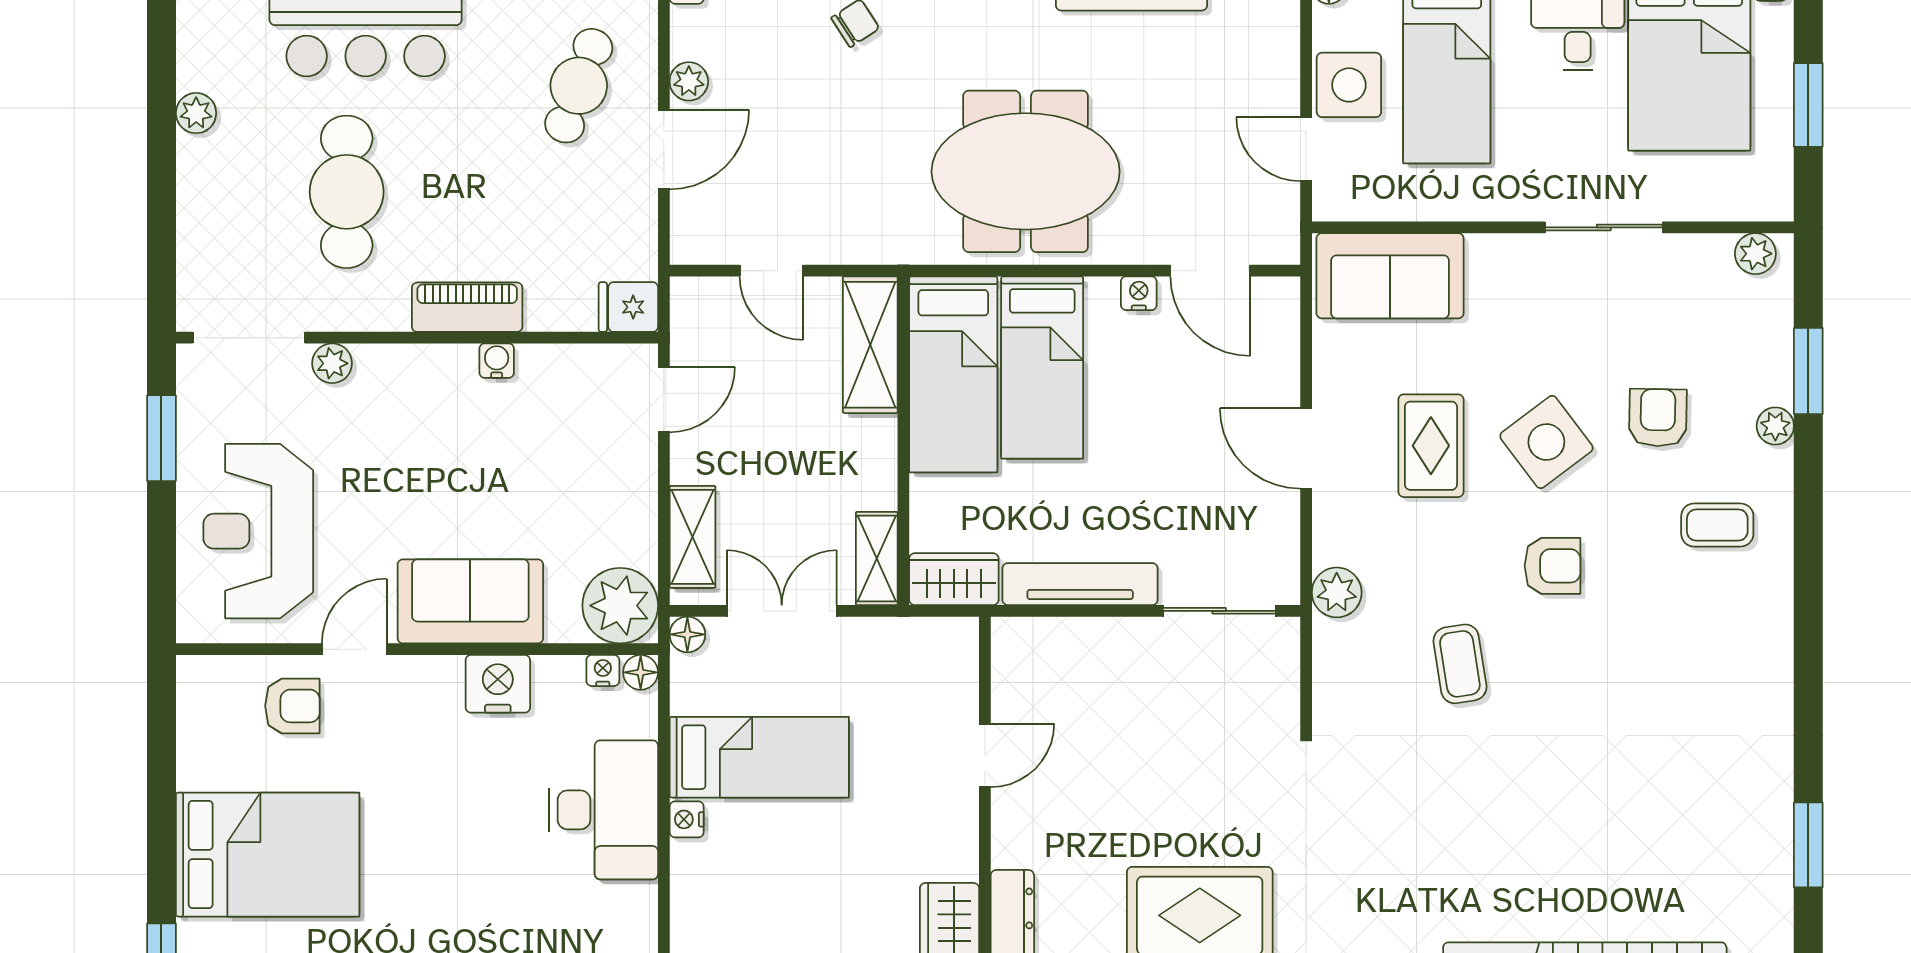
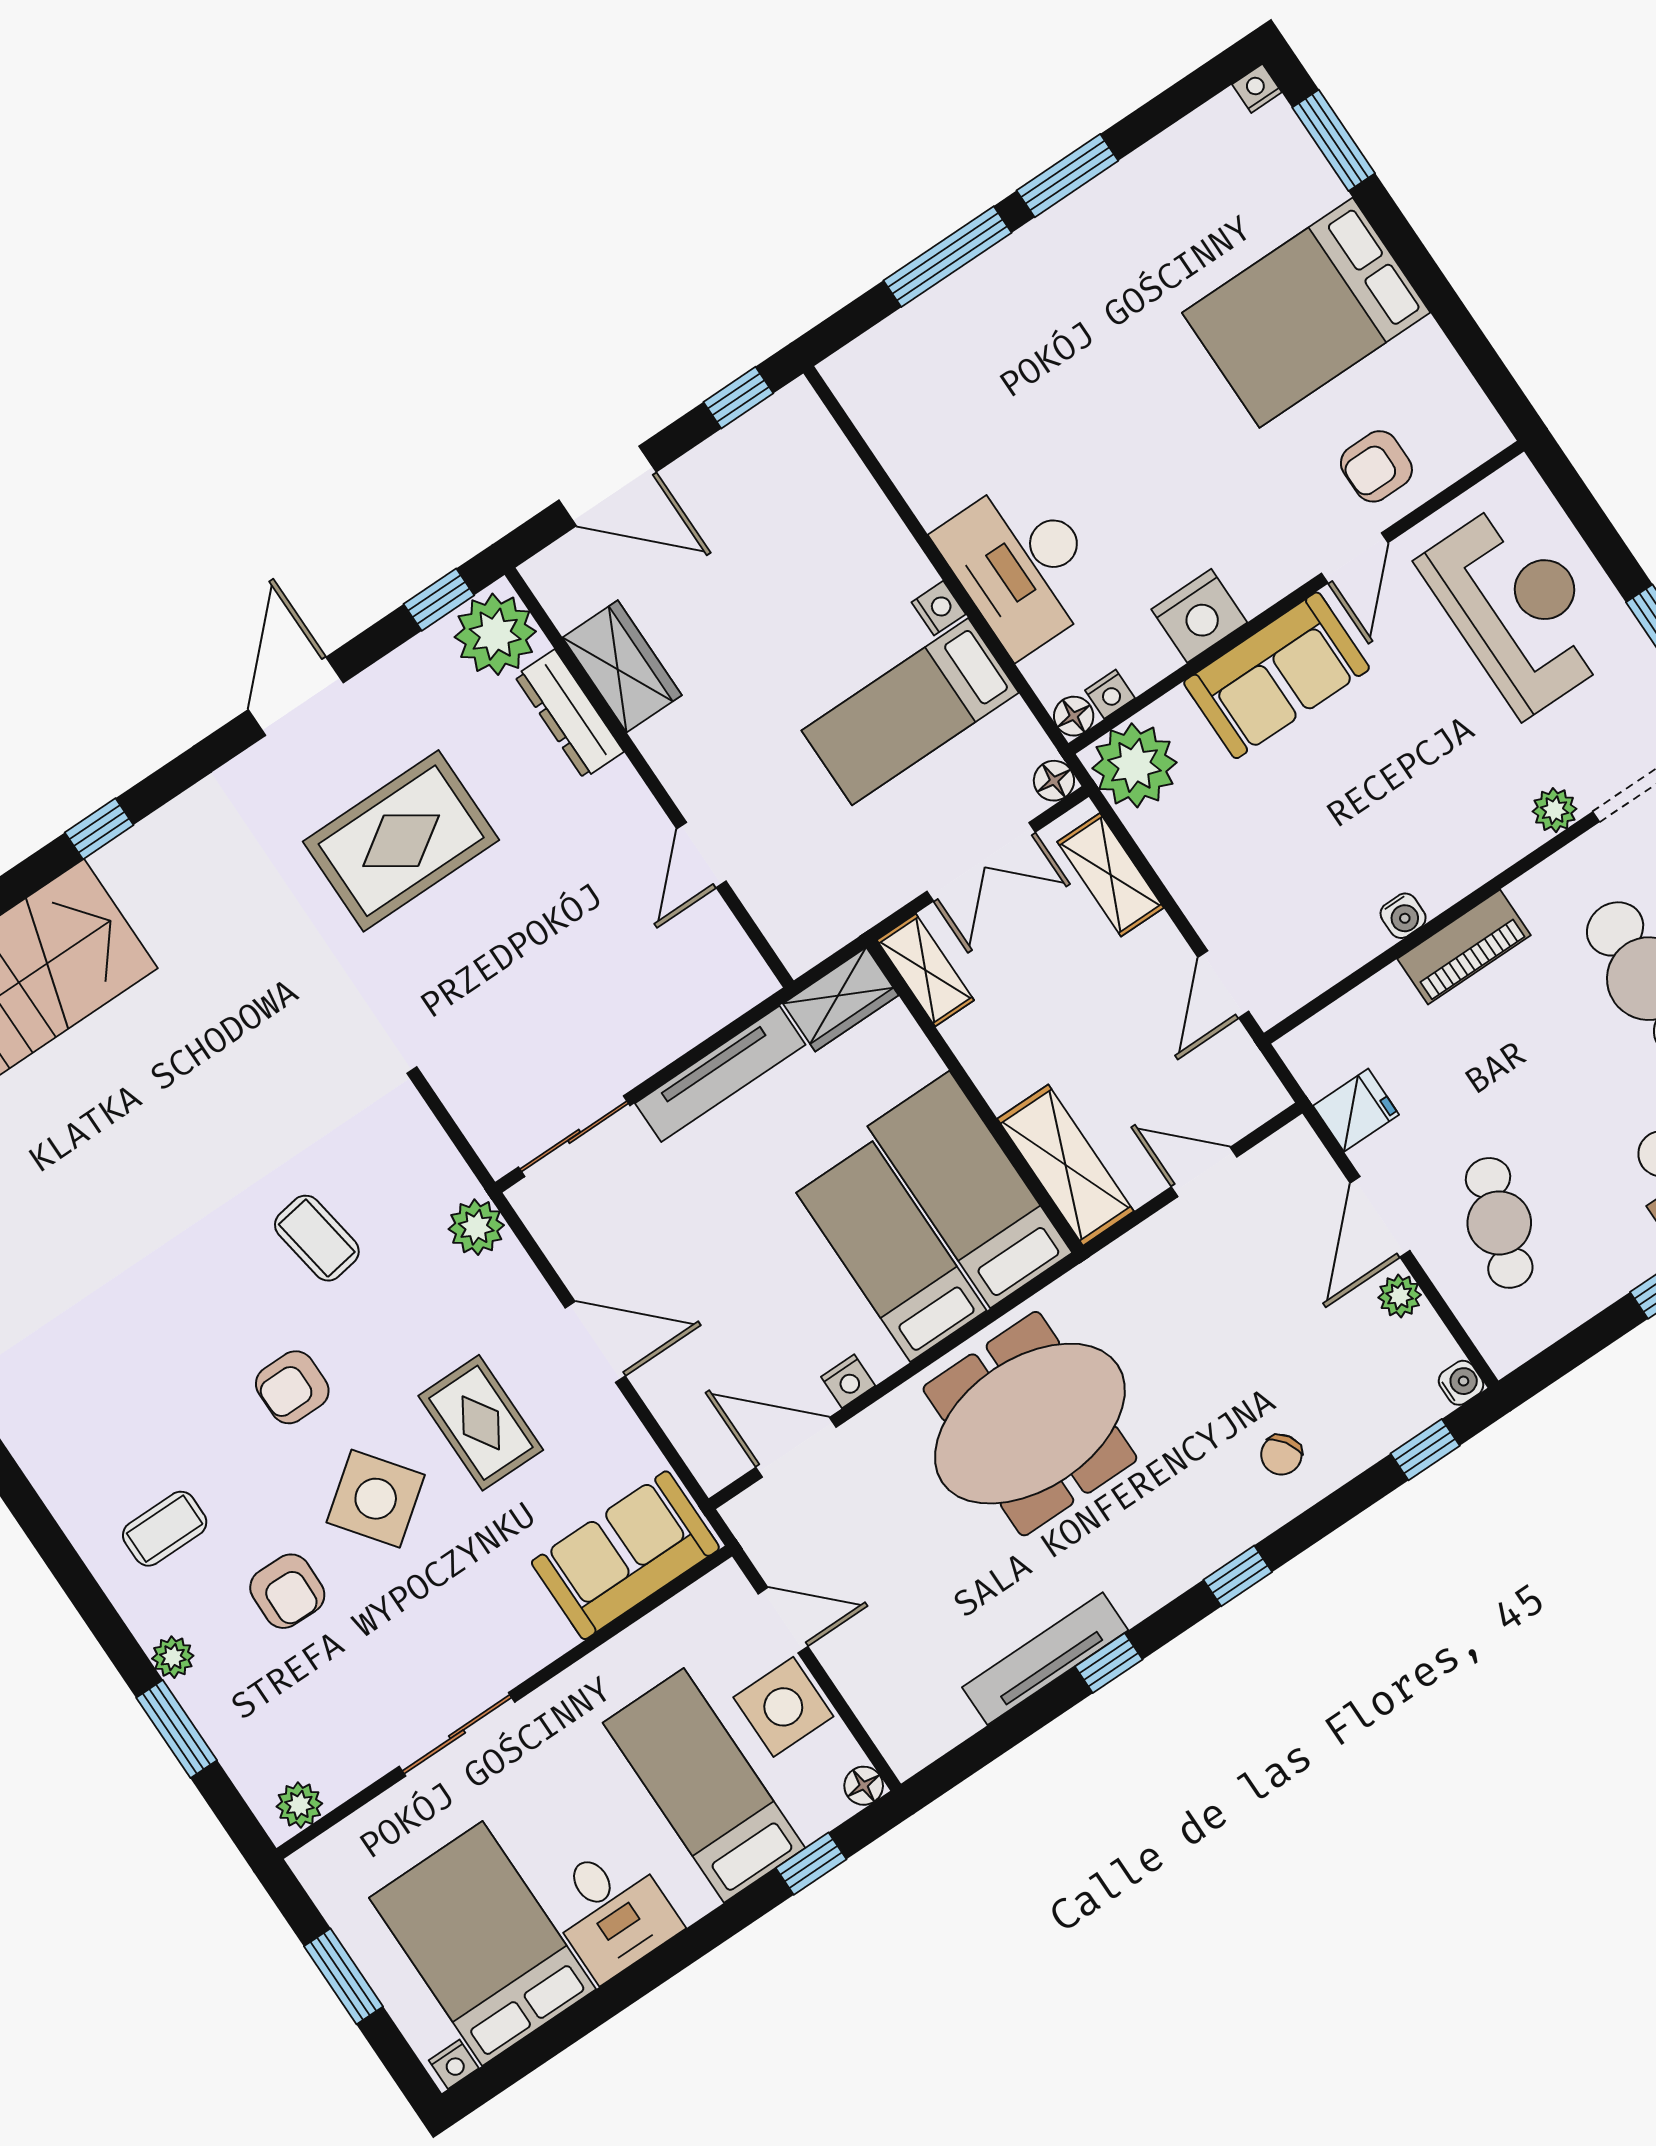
fridge: (628, 307) -> (1356, 1110), moved

